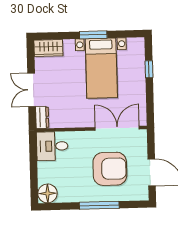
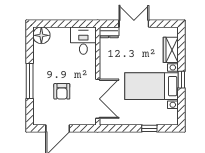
window: (93, 35) -> (181, 80), width x0.67
wardrobe: (48, 48) -> (171, 50), moved
armchair: (110, 169) -> (62, 91), width x0.53, depth x0.53

